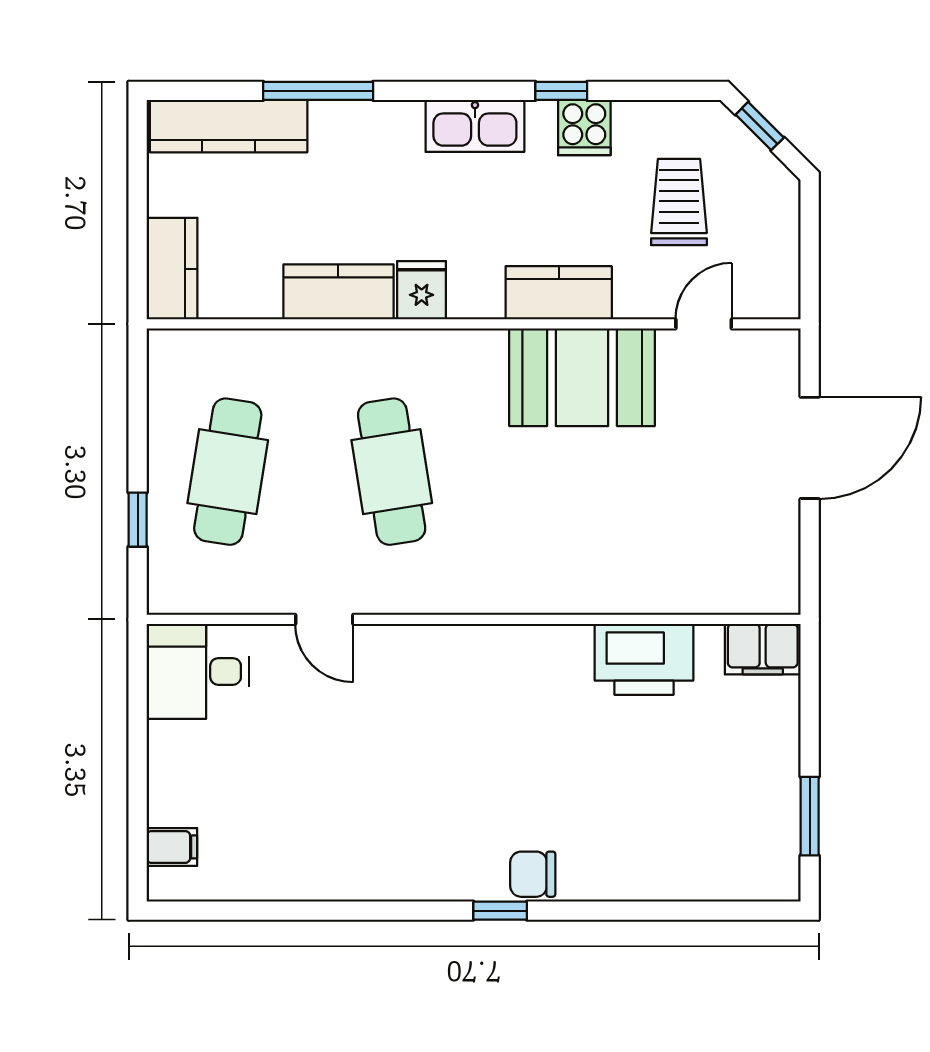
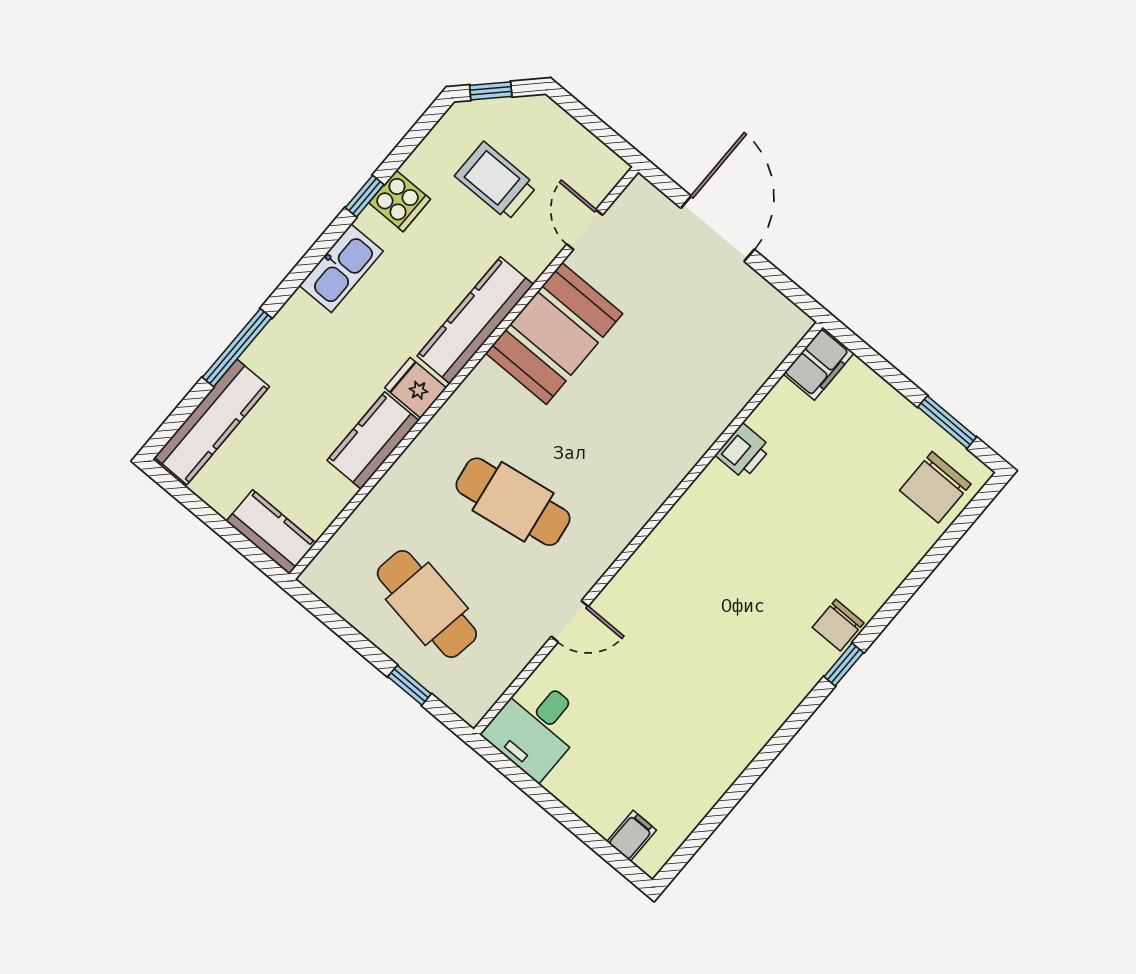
kitchen counter: (559, 293) -> (475, 320), width x1.50
printer: (644, 659) -> (743, 451), width x0.53, depth x0.68
chair: (739, 856) -> (935, 487), added

